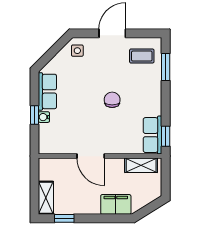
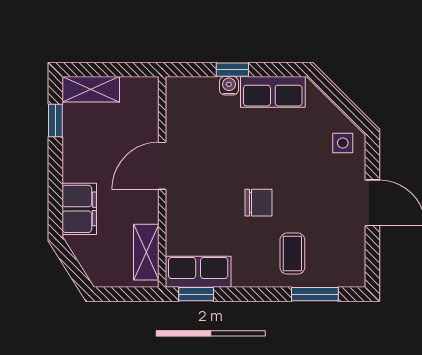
coffee table: (142, 56) -> (292, 254), moved

